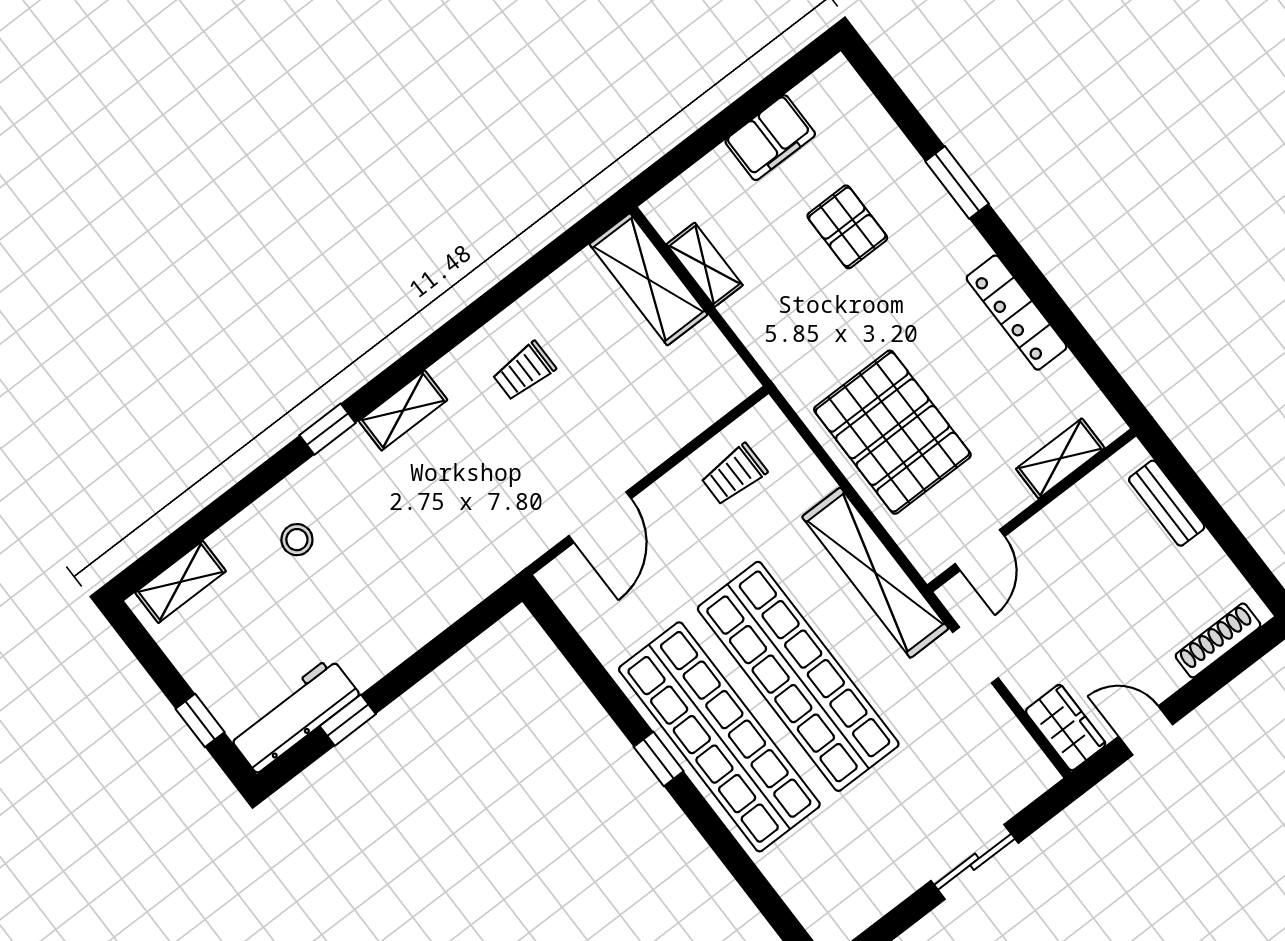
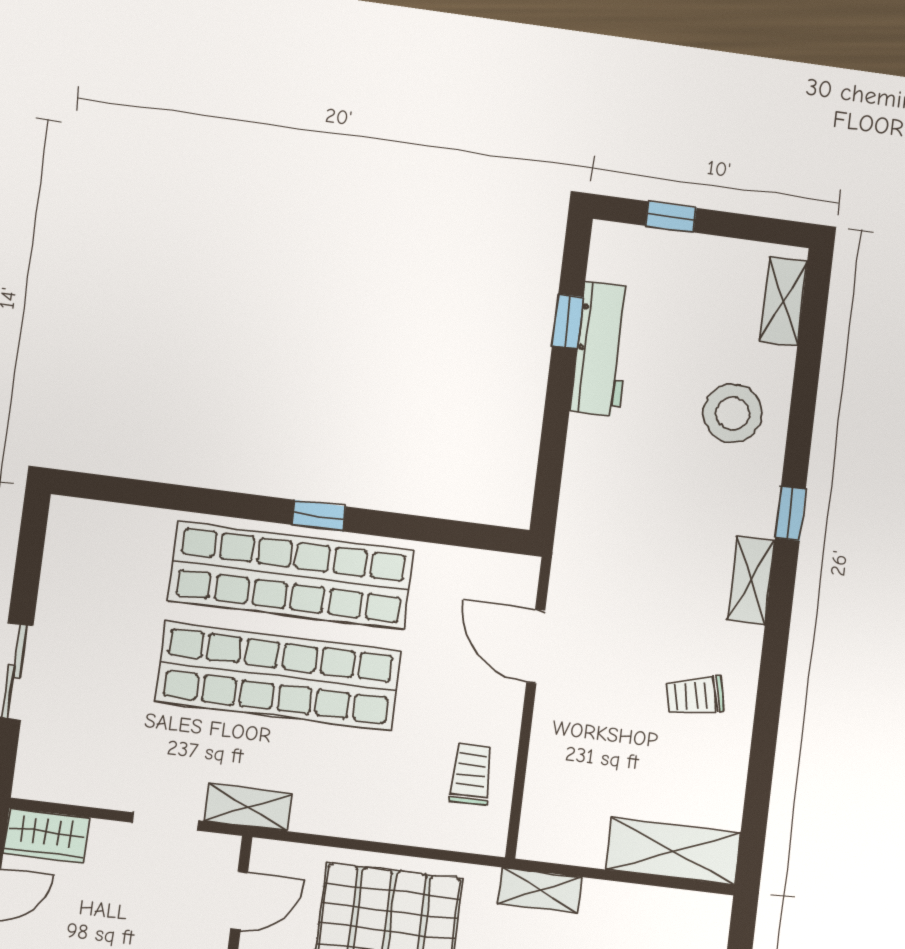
shelving: (705, 265) -> (540, 890), moved
trolley: (524, 371) -> (695, 696), turned -102
stool: (297, 540) -> (733, 413), width x1.89, depth x1.89
door: (980, 550) -> (239, 901), swing flipped
shelving: (875, 573) -> (248, 807), width x0.45, depth x0.75
workbench: (294, 715) -> (602, 349), moved

